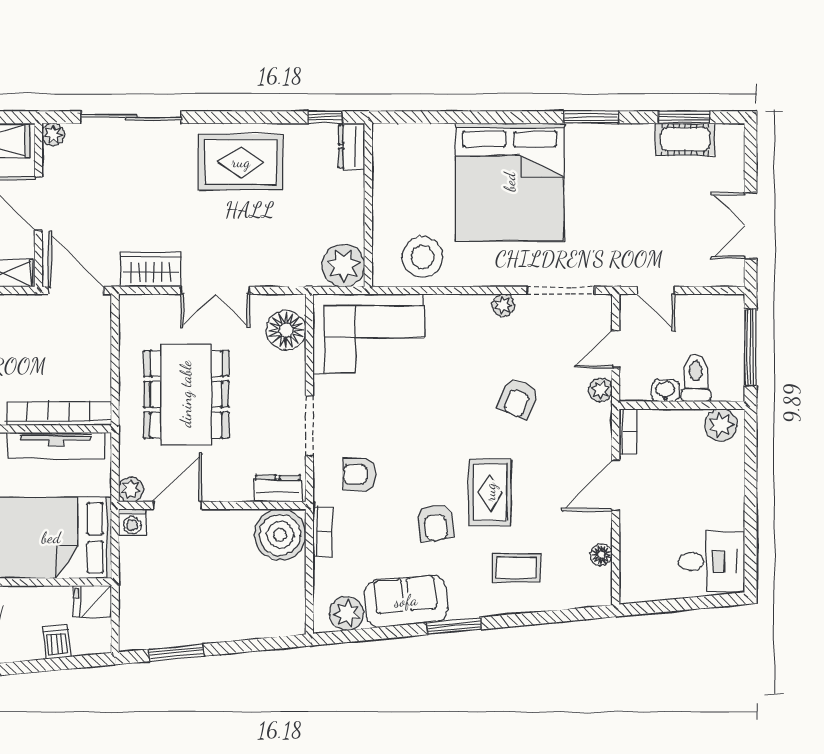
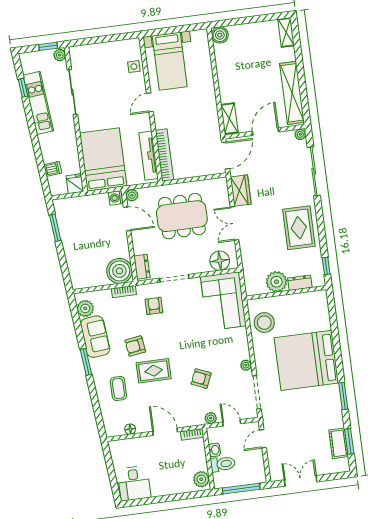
dresser: (352, 146) -> (300, 283), moved
plant: (343, 266) -> (276, 282), moved

